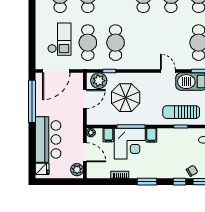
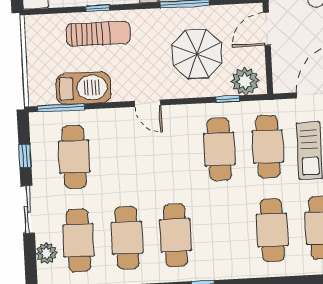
door: (168, 71) -> (148, 103), moved
door: (85, 99) -> (267, 29), moved

